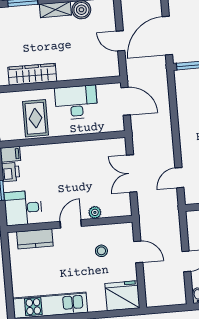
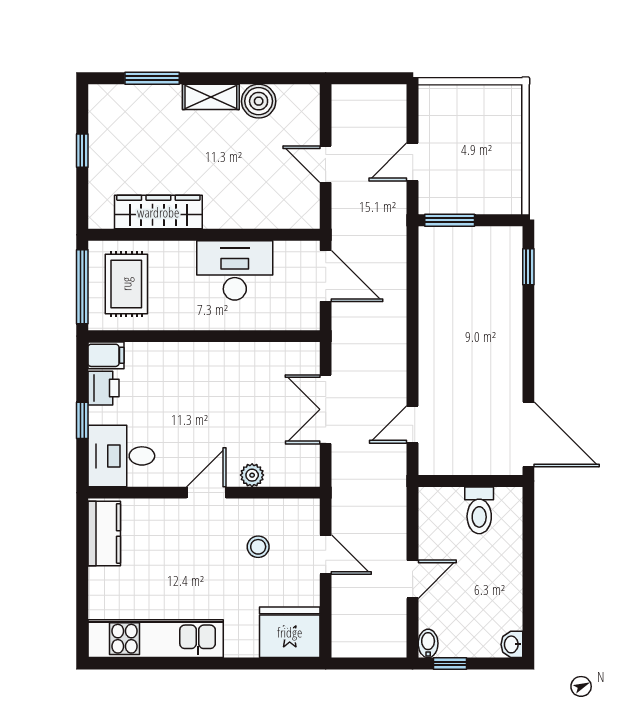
door: (167, 36) -> (413, 162), width x0.53
rug: (35, 118) -> (126, 284), moved
kitchen counter: (35, 239) -> (104, 533), moved, turned -90

